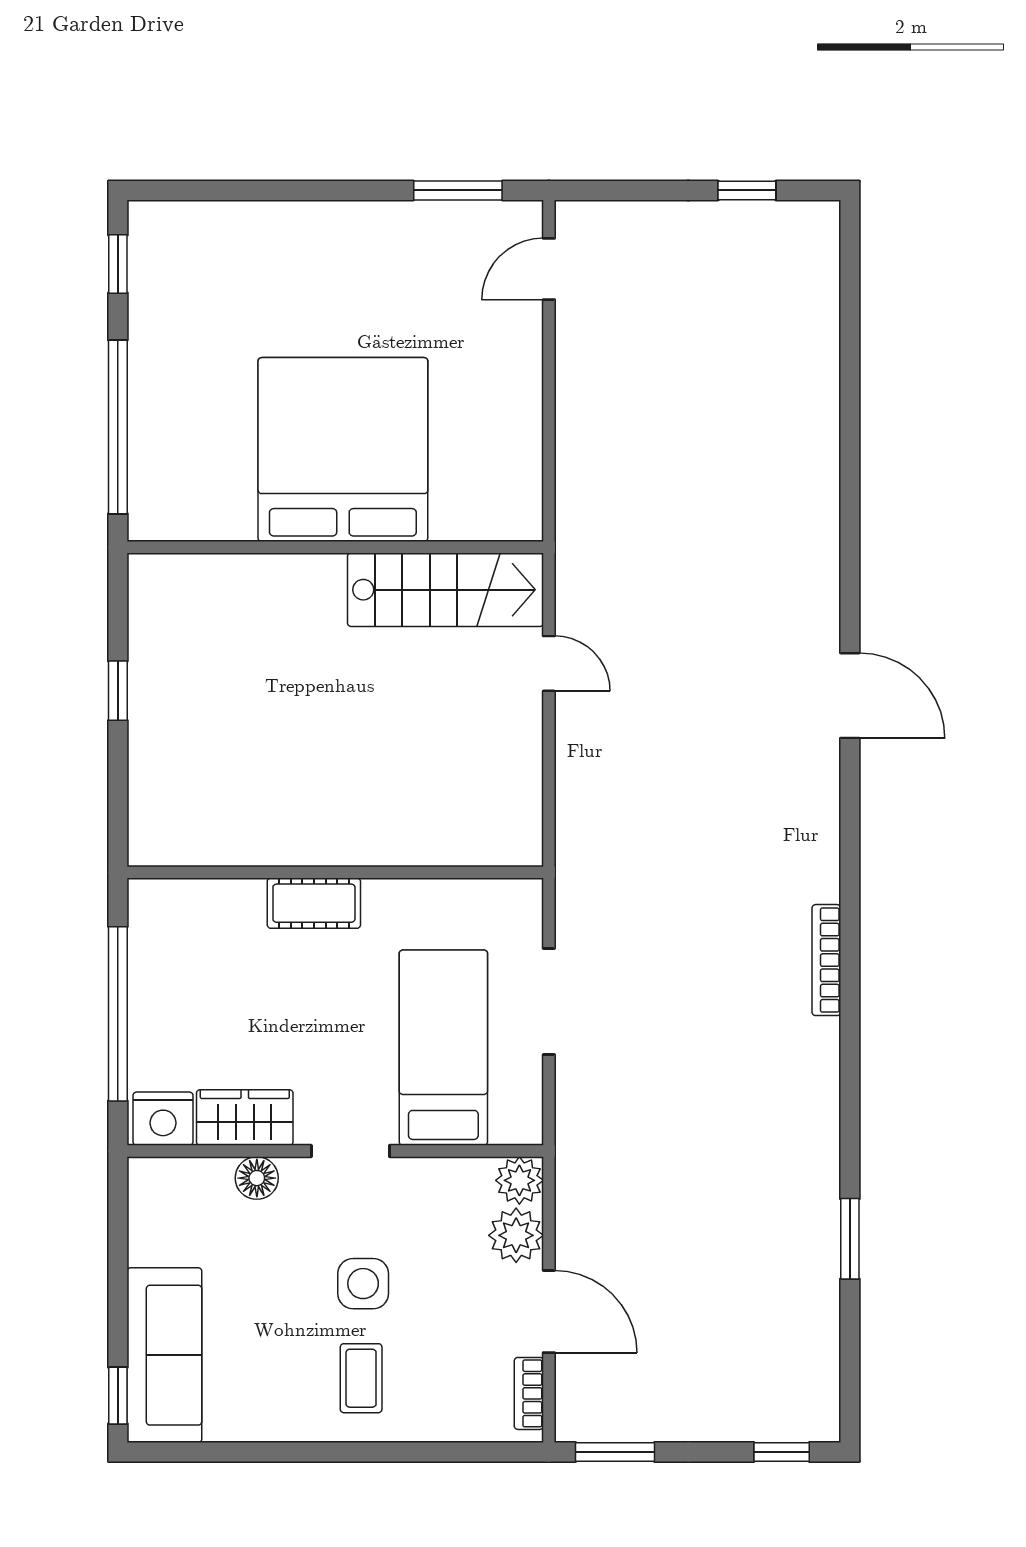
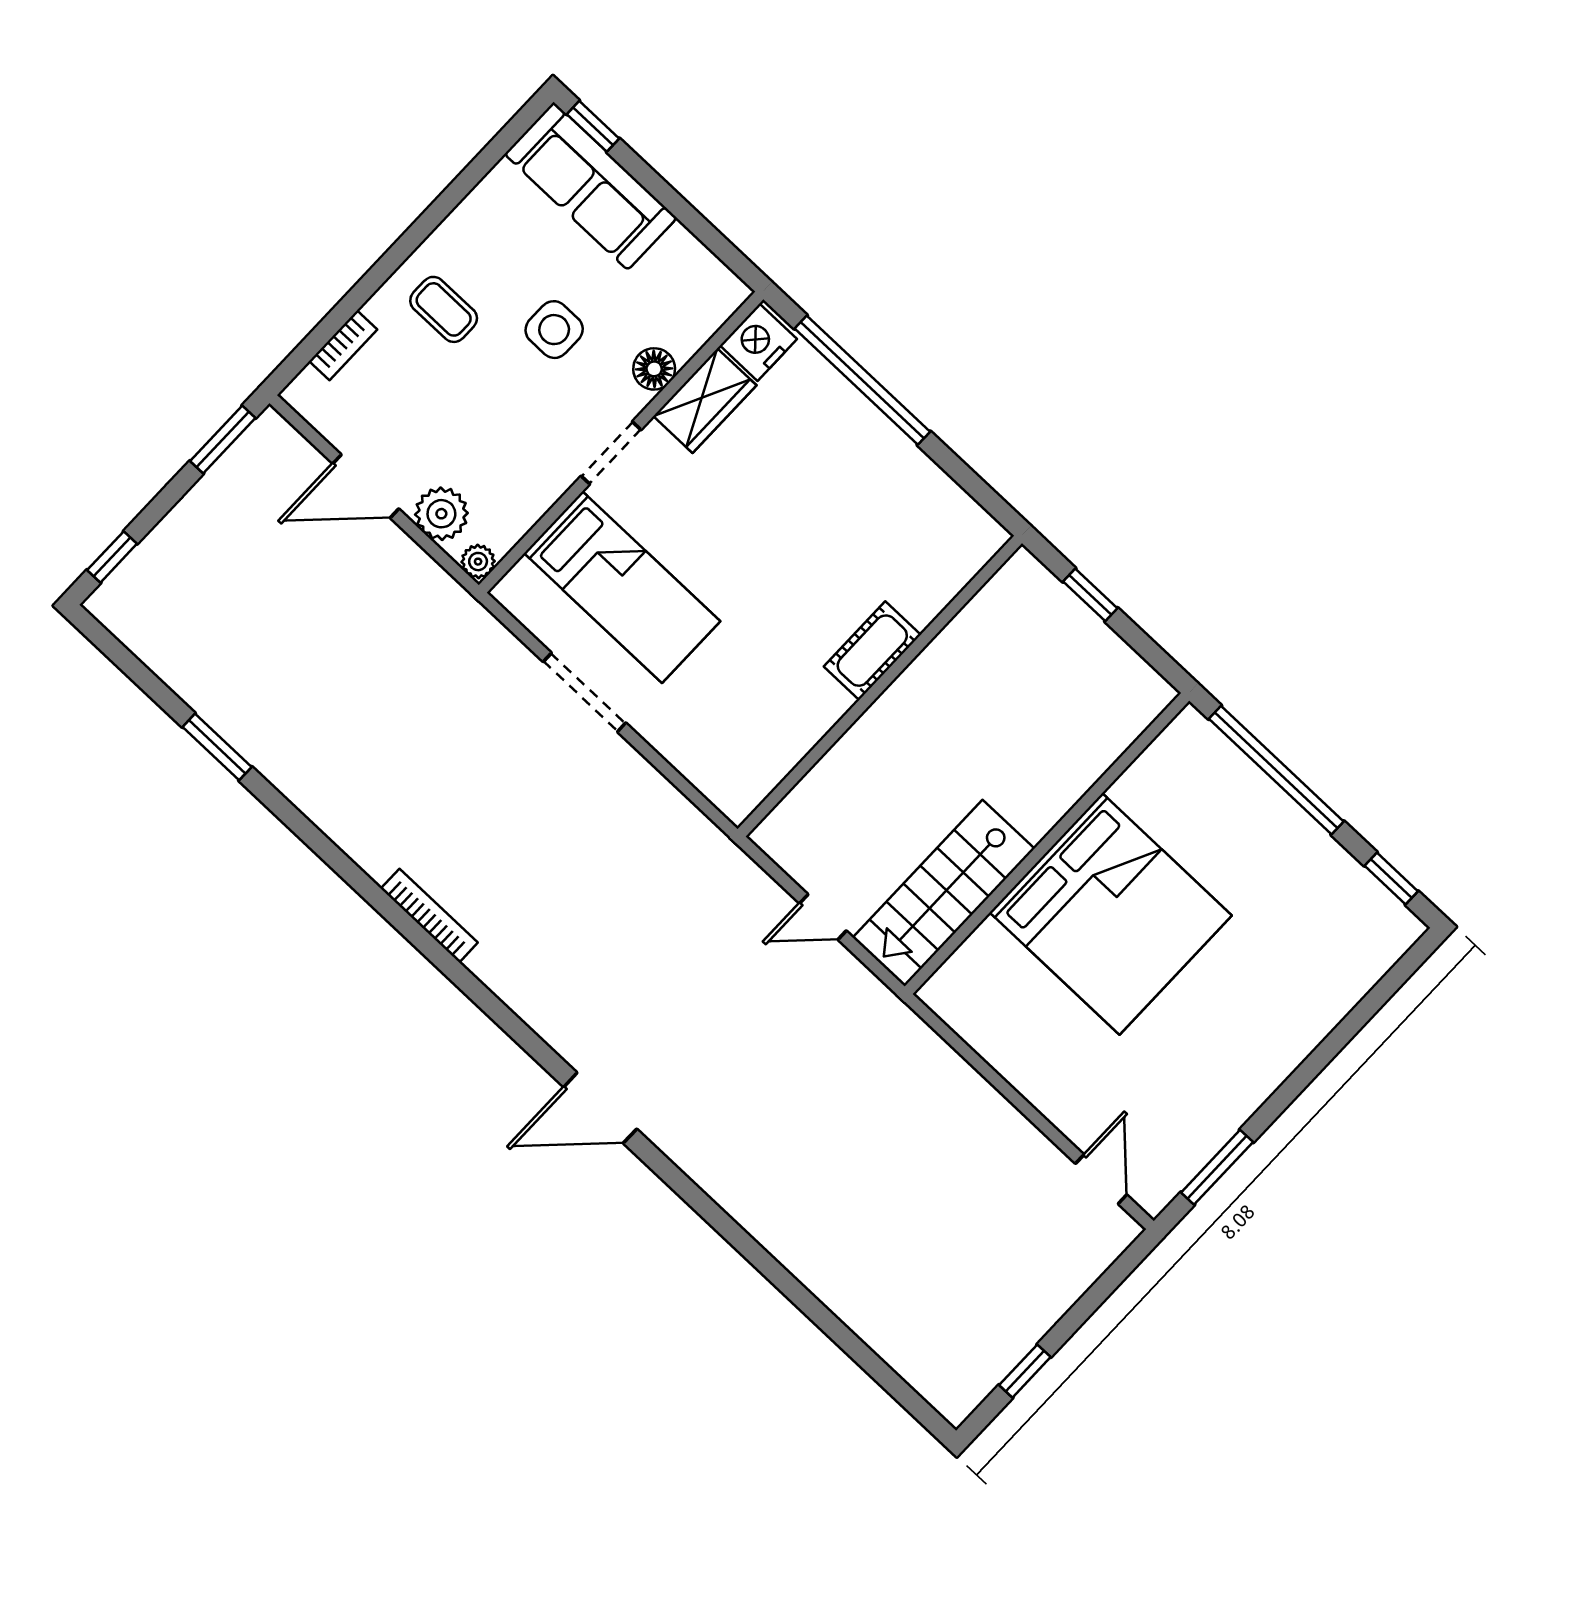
wall: (335, 872) -> (880, 686), moved
cot: (314, 903) -> (872, 651), moved
plant: (519, 1180) -> (478, 562), width x0.73, depth x0.73
side table: (363, 1284) -> (554, 330), moved
bookcase: (529, 1393) -> (343, 345), moved, turned 90

